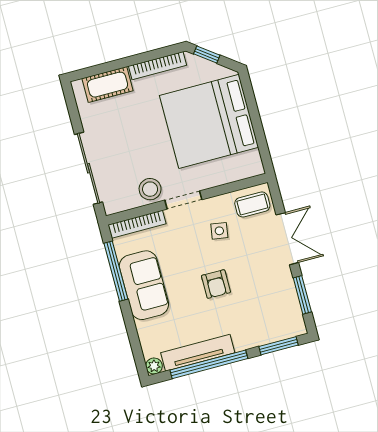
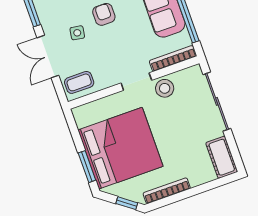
cot: (108, 85) -> (222, 157), moved, turned 90
window: (251, 102) -> (87, 167), added
side table: (219, 231) -> (77, 33), moved

